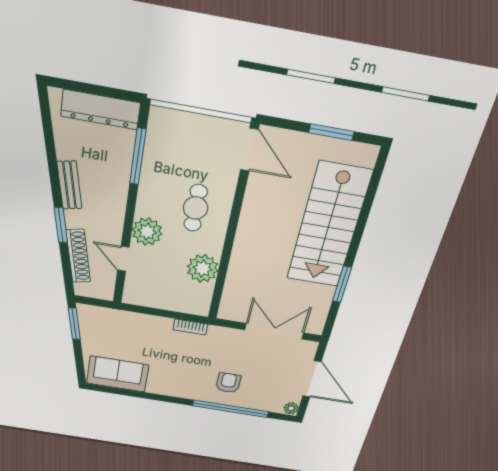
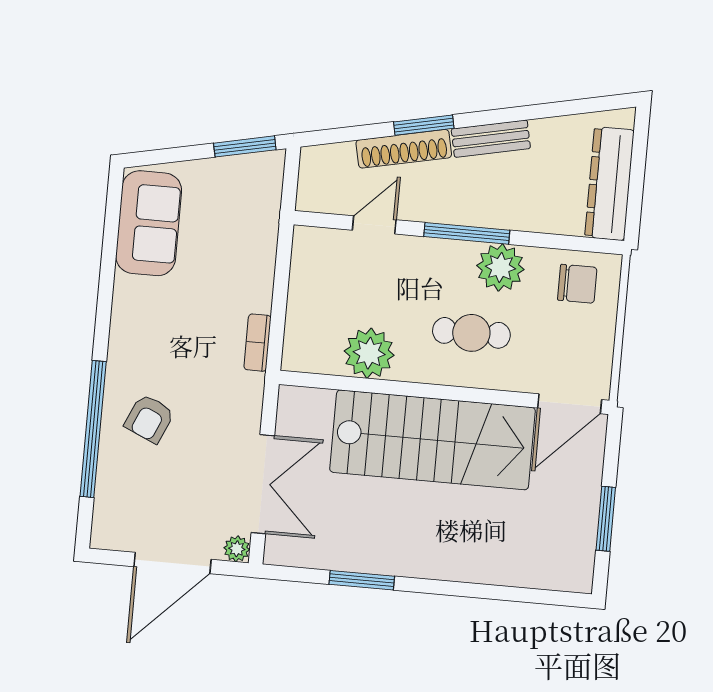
chair: (168, 138) -> (577, 284), added
window: (138, 157) -> (467, 233), moved
stairs: (329, 226) -> (433, 440), moved, turned 180
plant: (147, 232) -> (500, 267), moved
shoe rack: (78, 256) -> (404, 149), moved
armchair: (228, 383) -> (149, 419), turned 114
plant: (291, 408) -> (237, 549), moved

